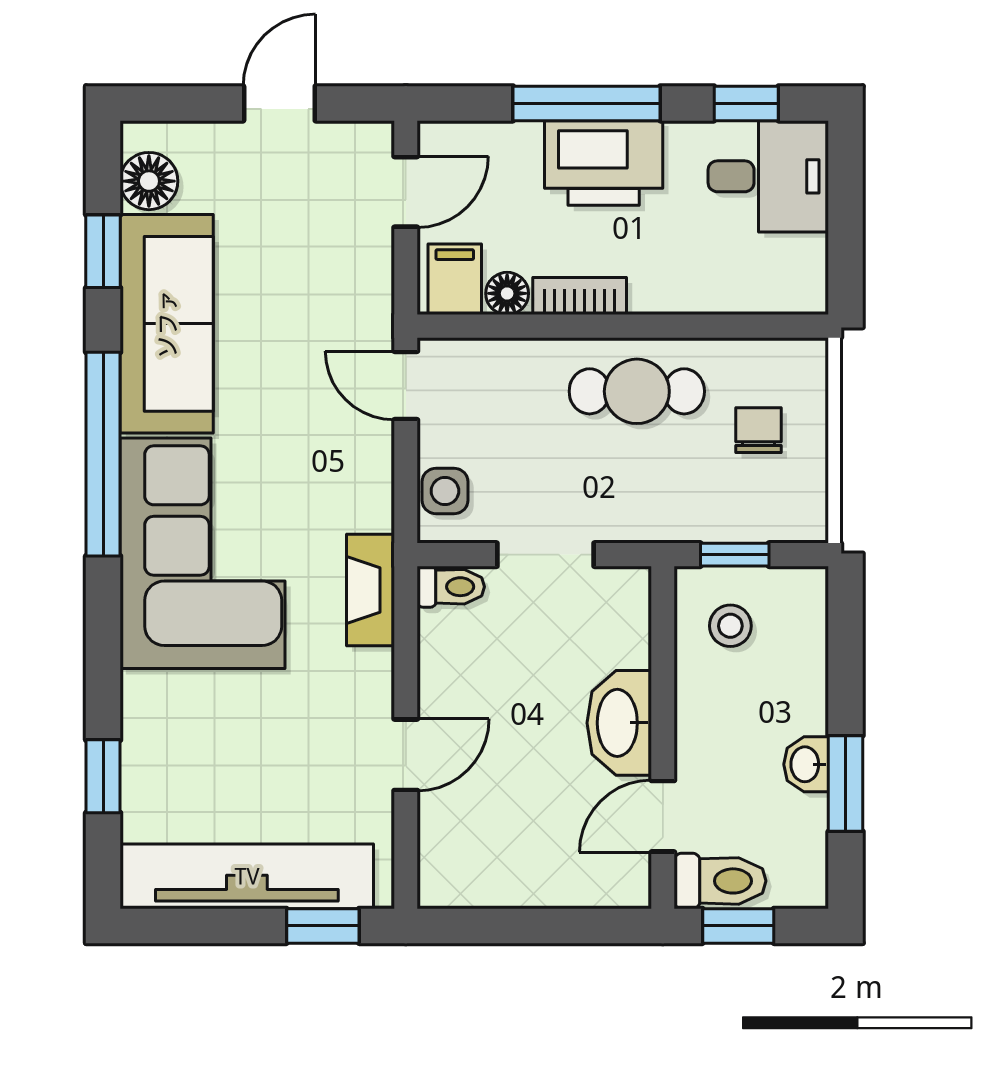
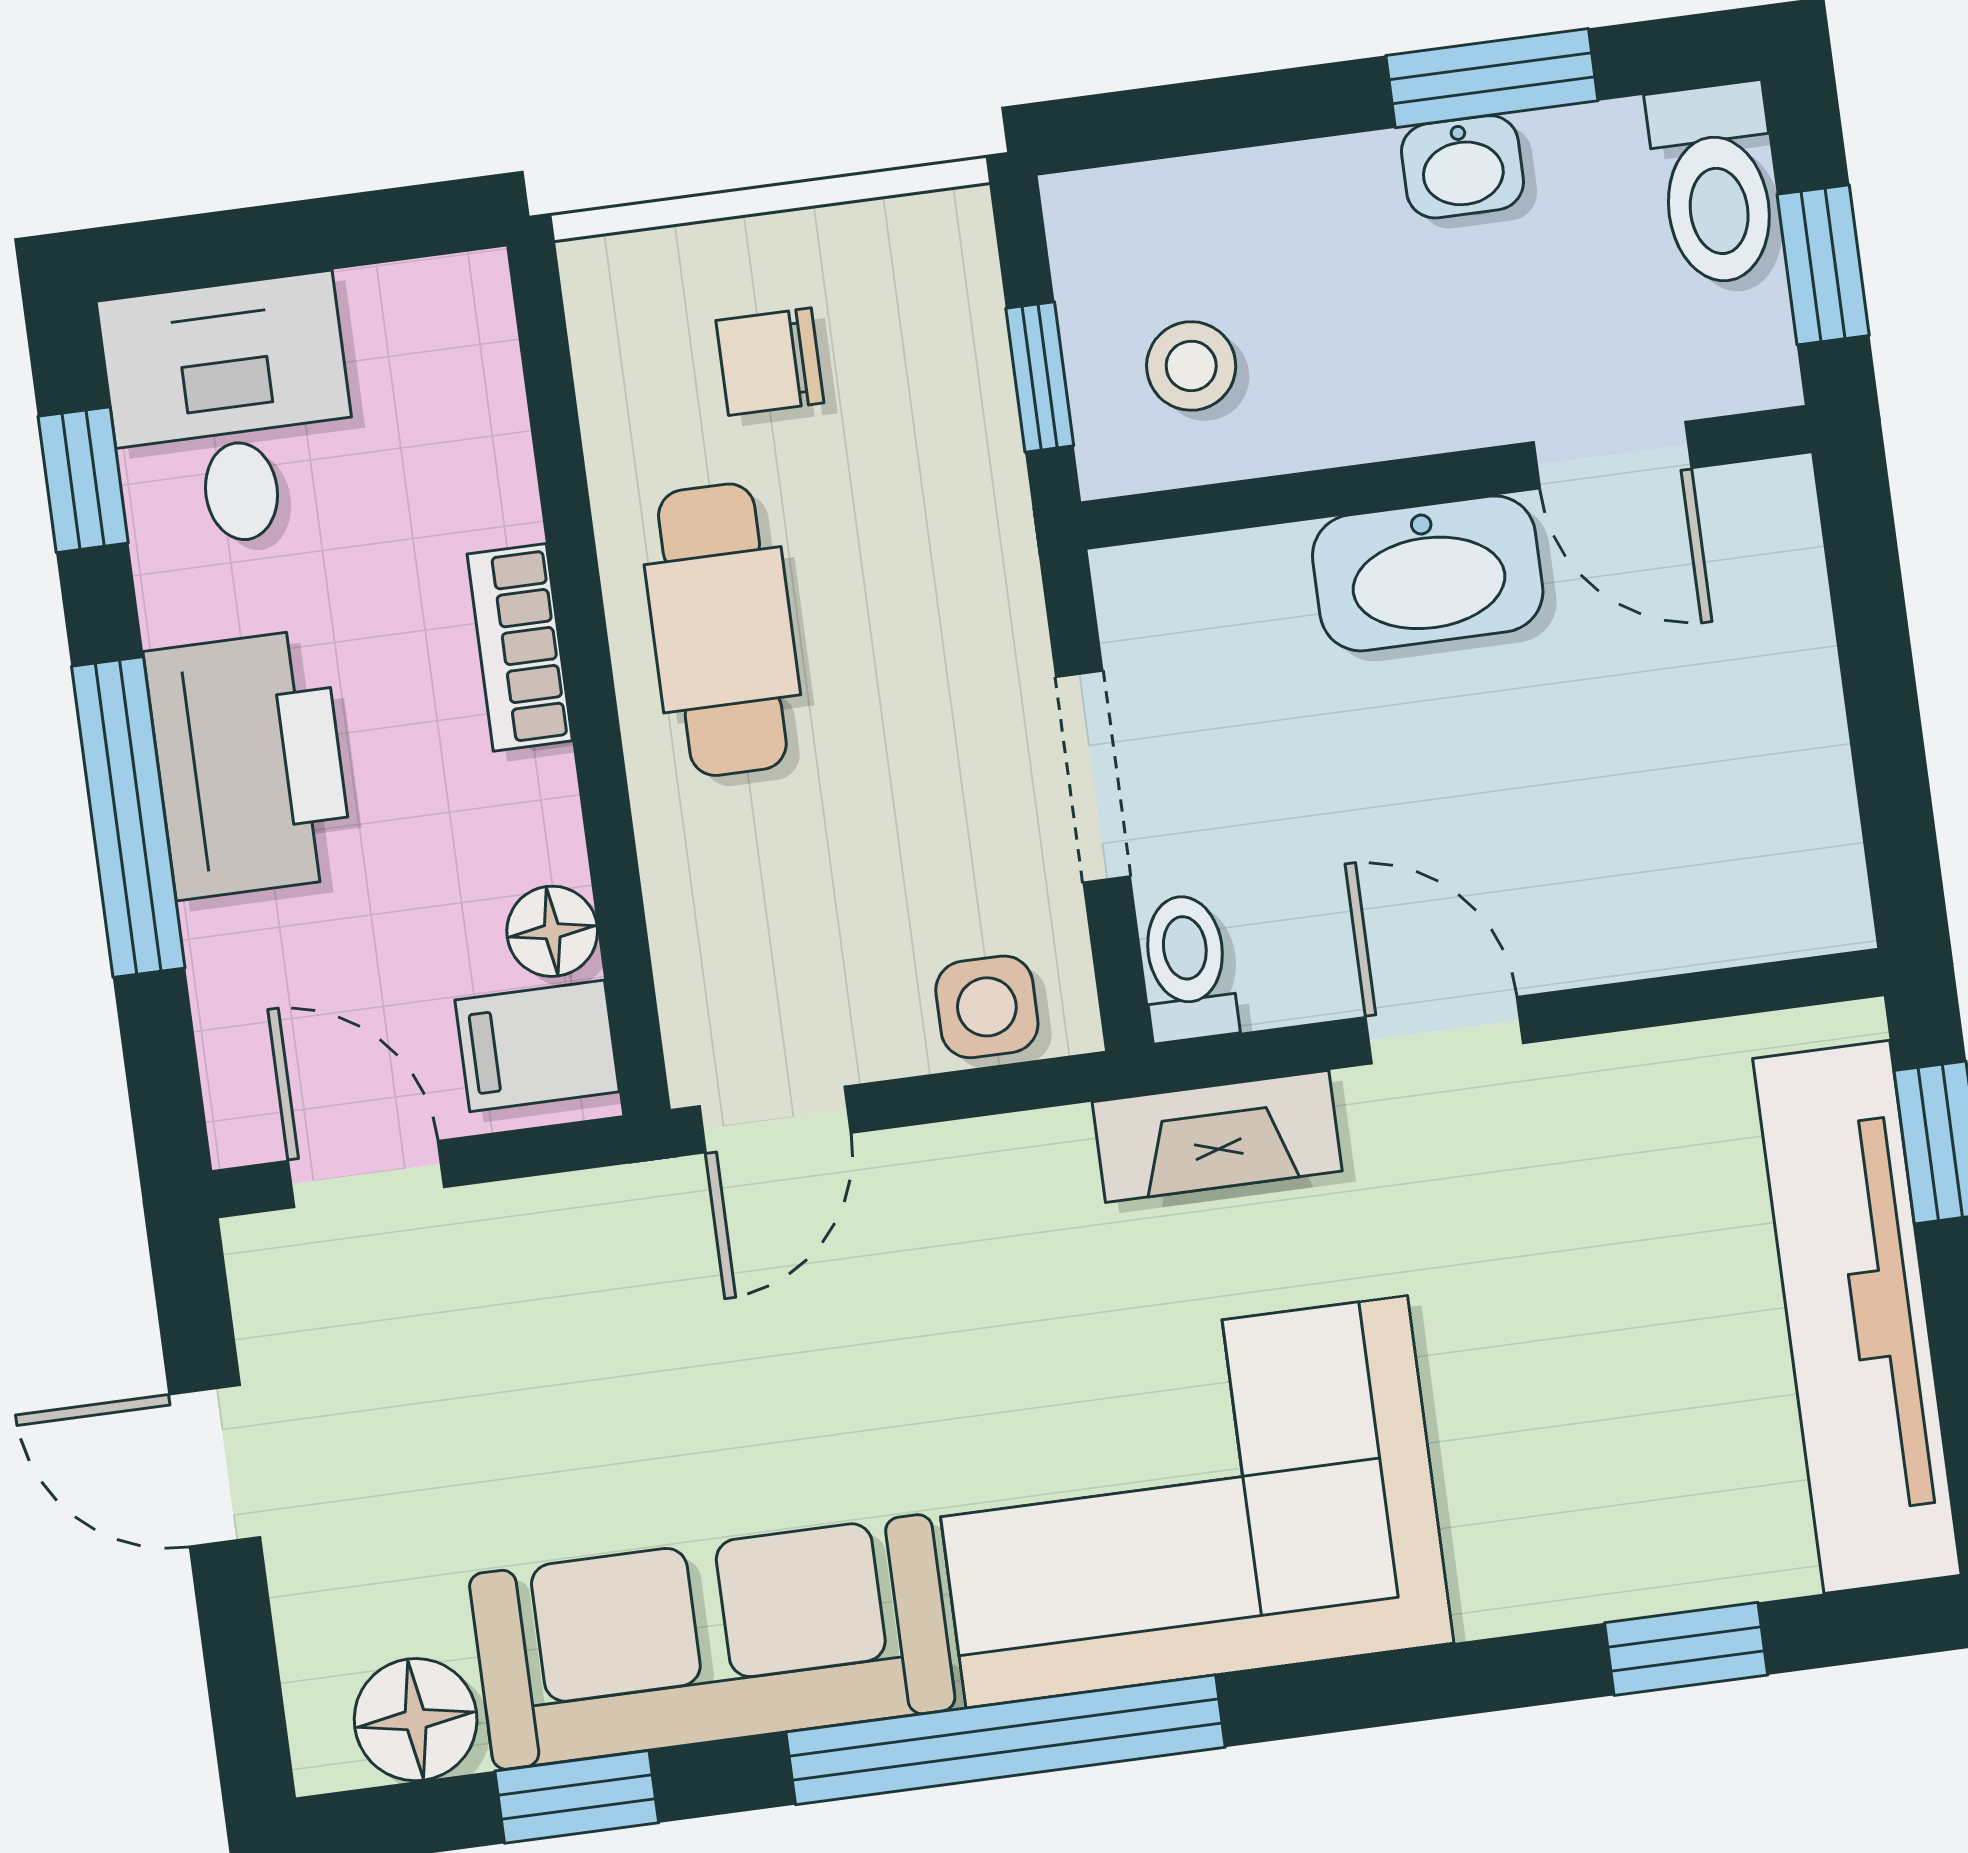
bookcase: (580, 296) -> (520, 647), moved
door: (406, 755) -> (1444, 1030), moved
toilet: (720, 881) -> (1716, 184), moved, turned 180

